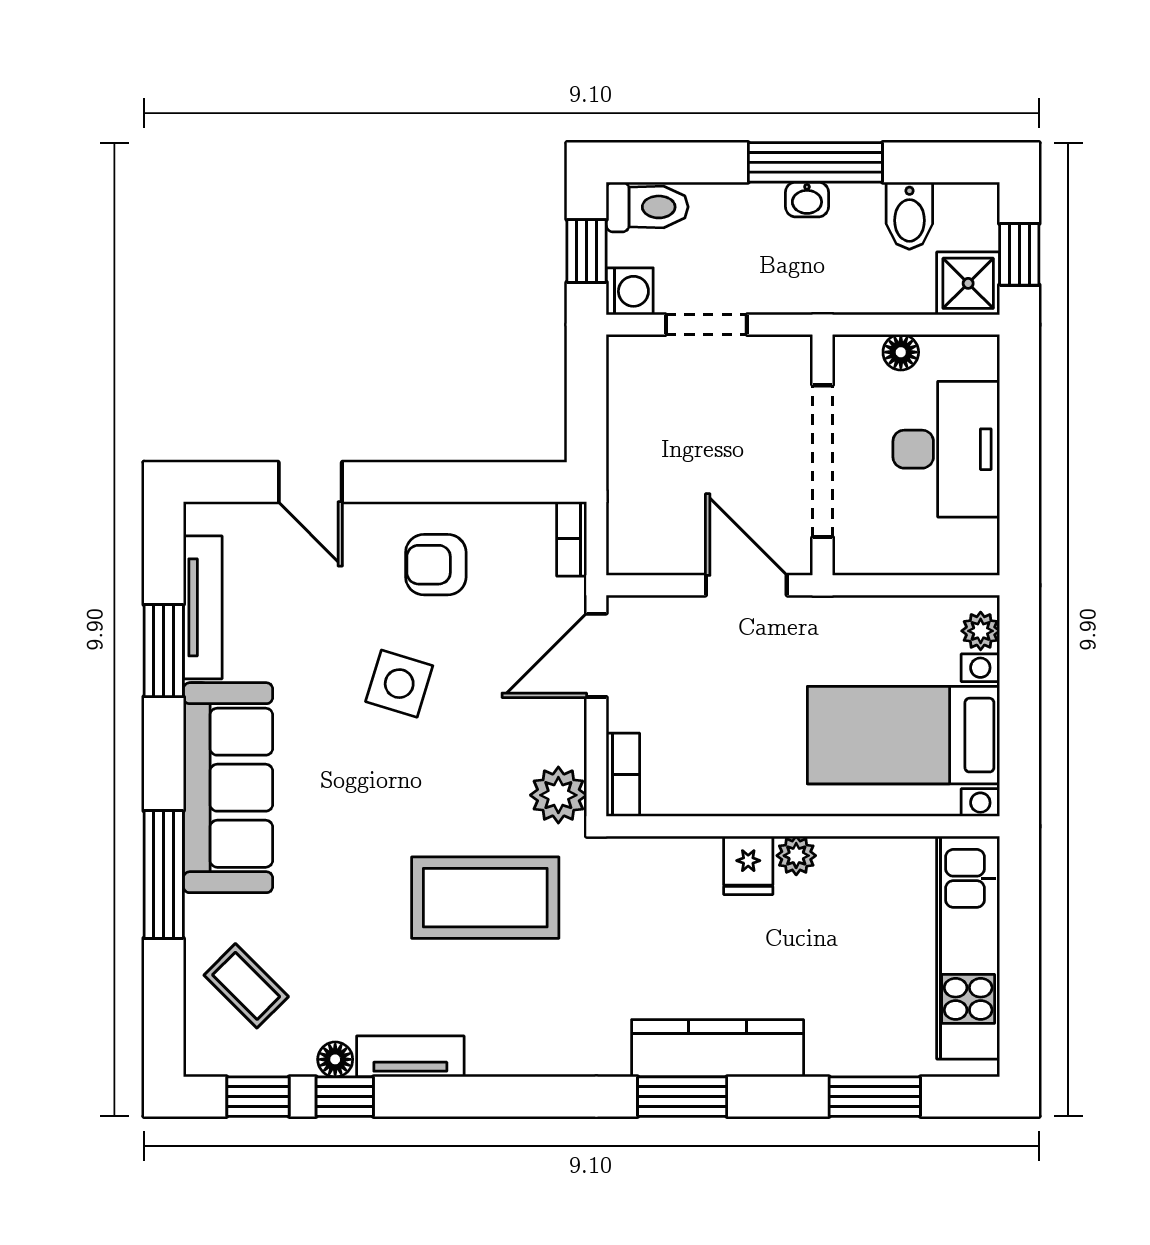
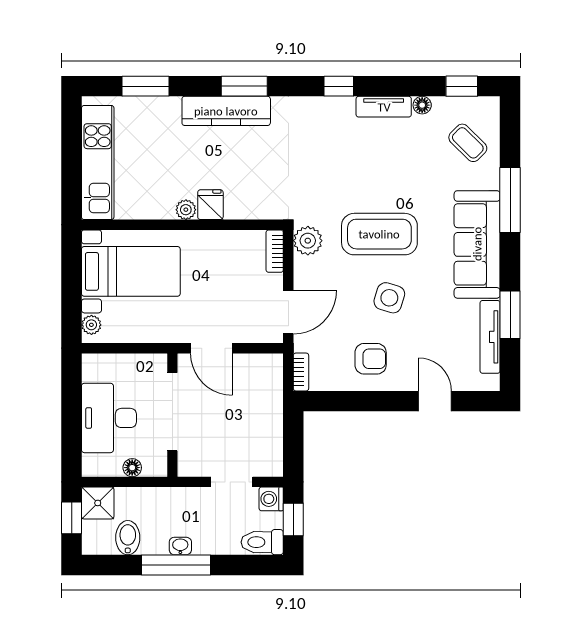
coffee table: (485, 898) -> (379, 234), moved
window: (345, 1097) -> (339, 86), moved

